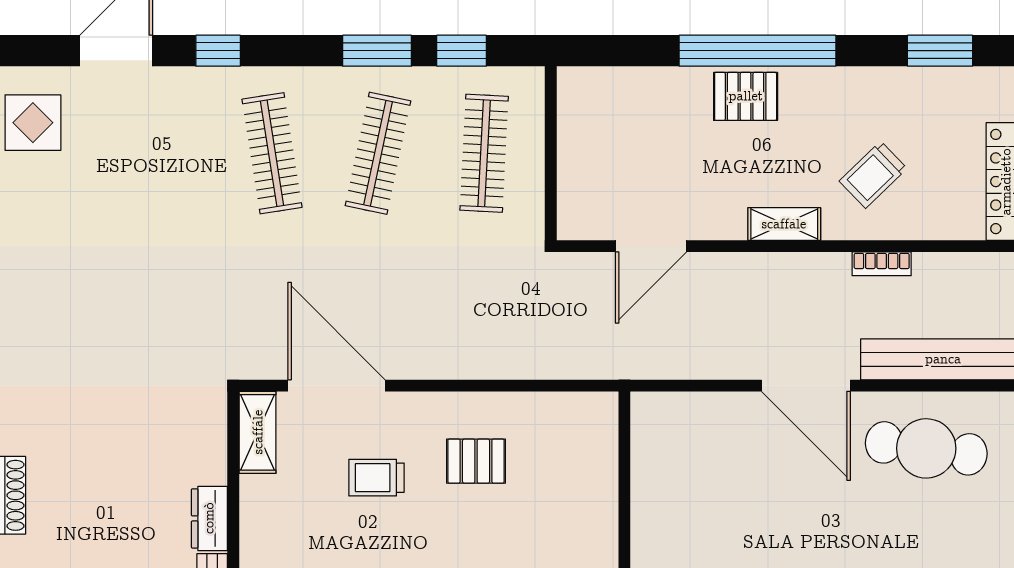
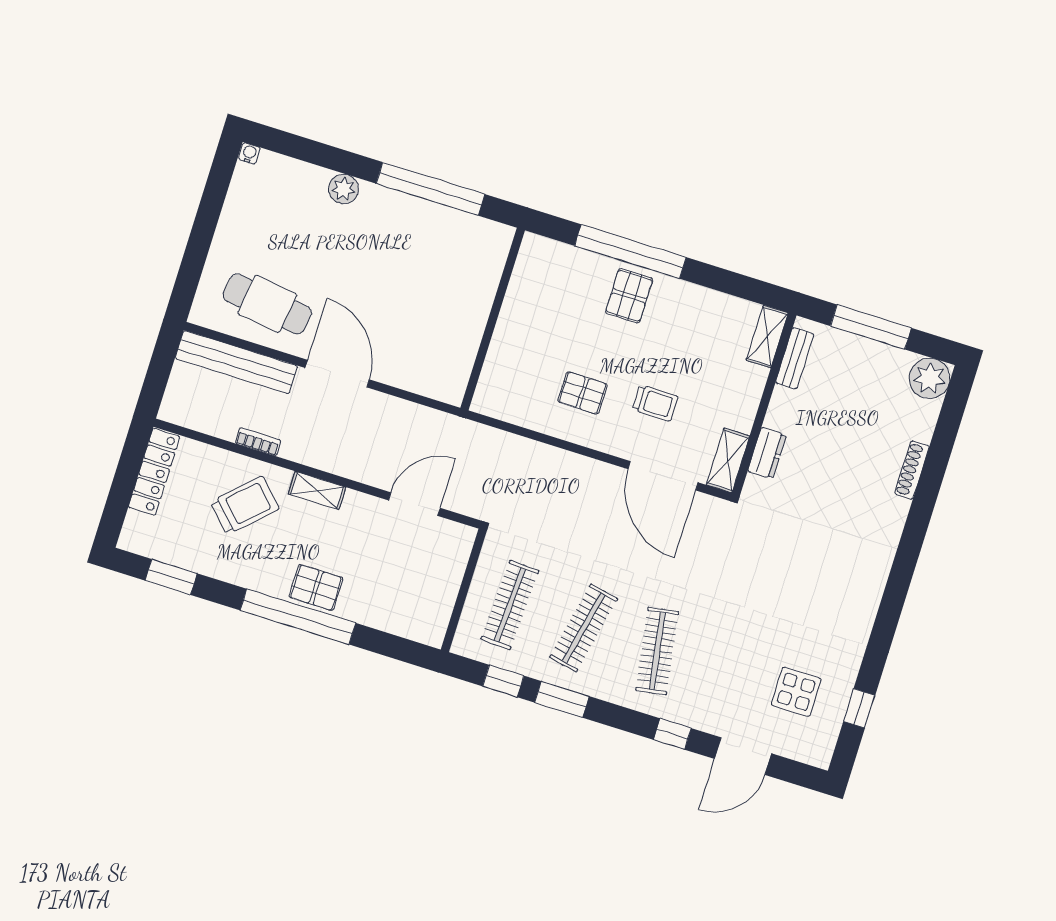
display table: (33, 123) -> (796, 692), moved
trolley: (873, 175) -> (245, 505), width x1.36, depth x1.39
dresser: (209, 518) -> (767, 453), moved

